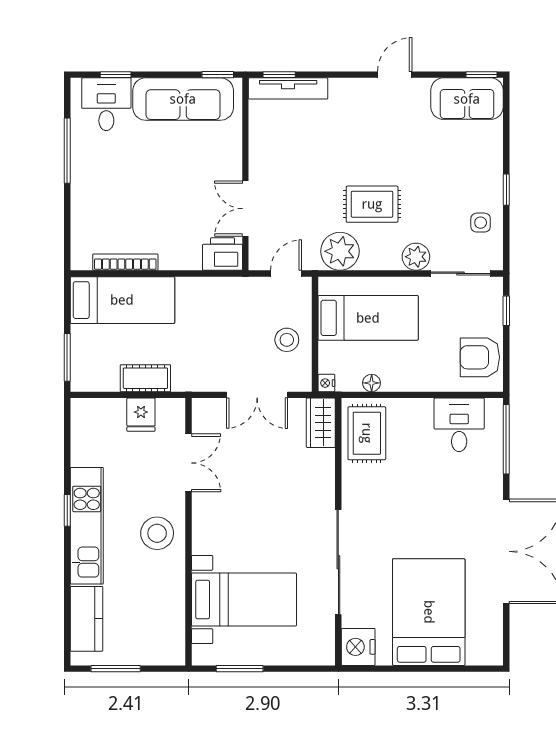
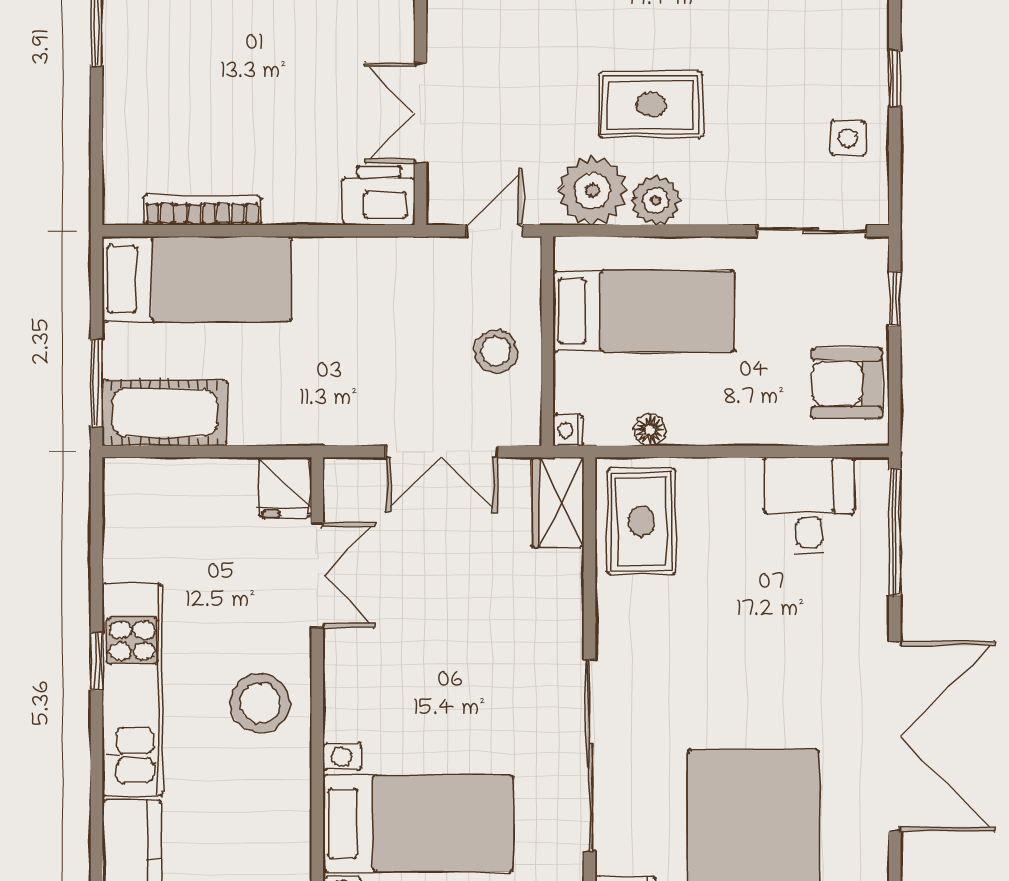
plant: (416, 257) -> (656, 200), moved
cot: (145, 378) -> (165, 413), moved, width x1.37, depth x1.34
fridge: (141, 415) -> (284, 487), moved

